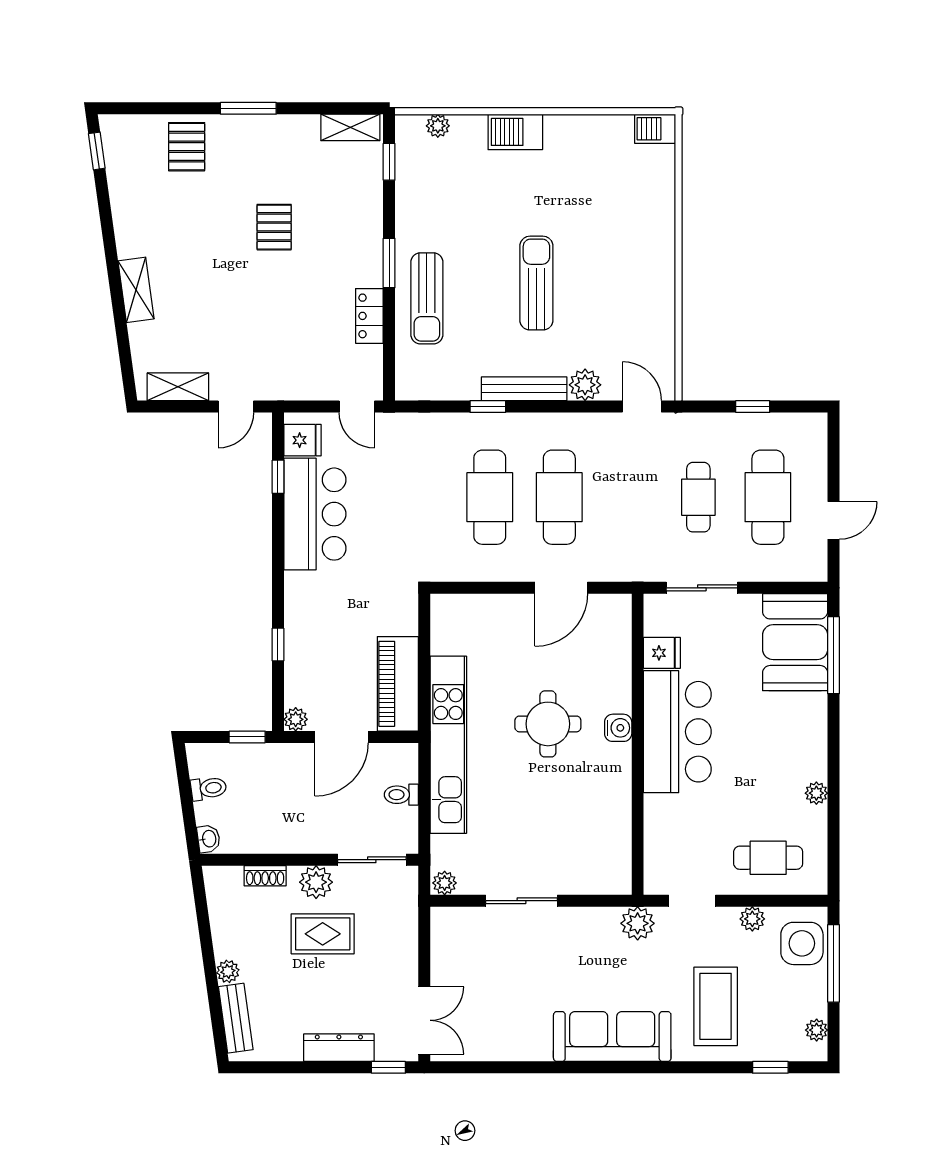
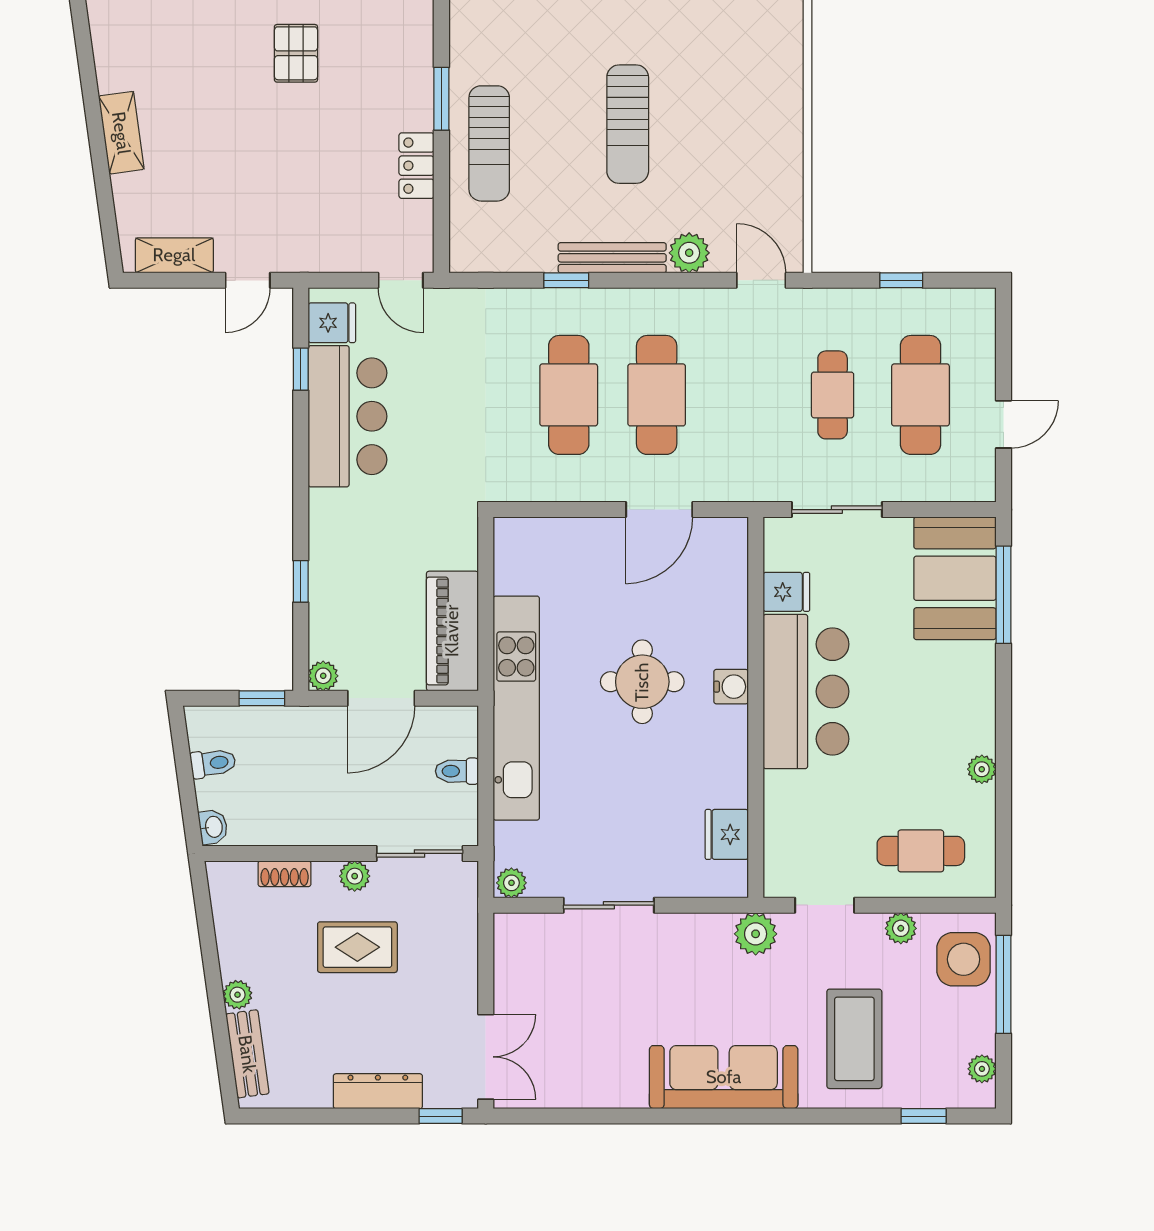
sun lounger: (536, 283) -> (628, 124), turned 180
fridge: (615, 845) -> (727, 834), added
plant: (316, 882) -> (355, 876), width x0.73, depth x0.73

